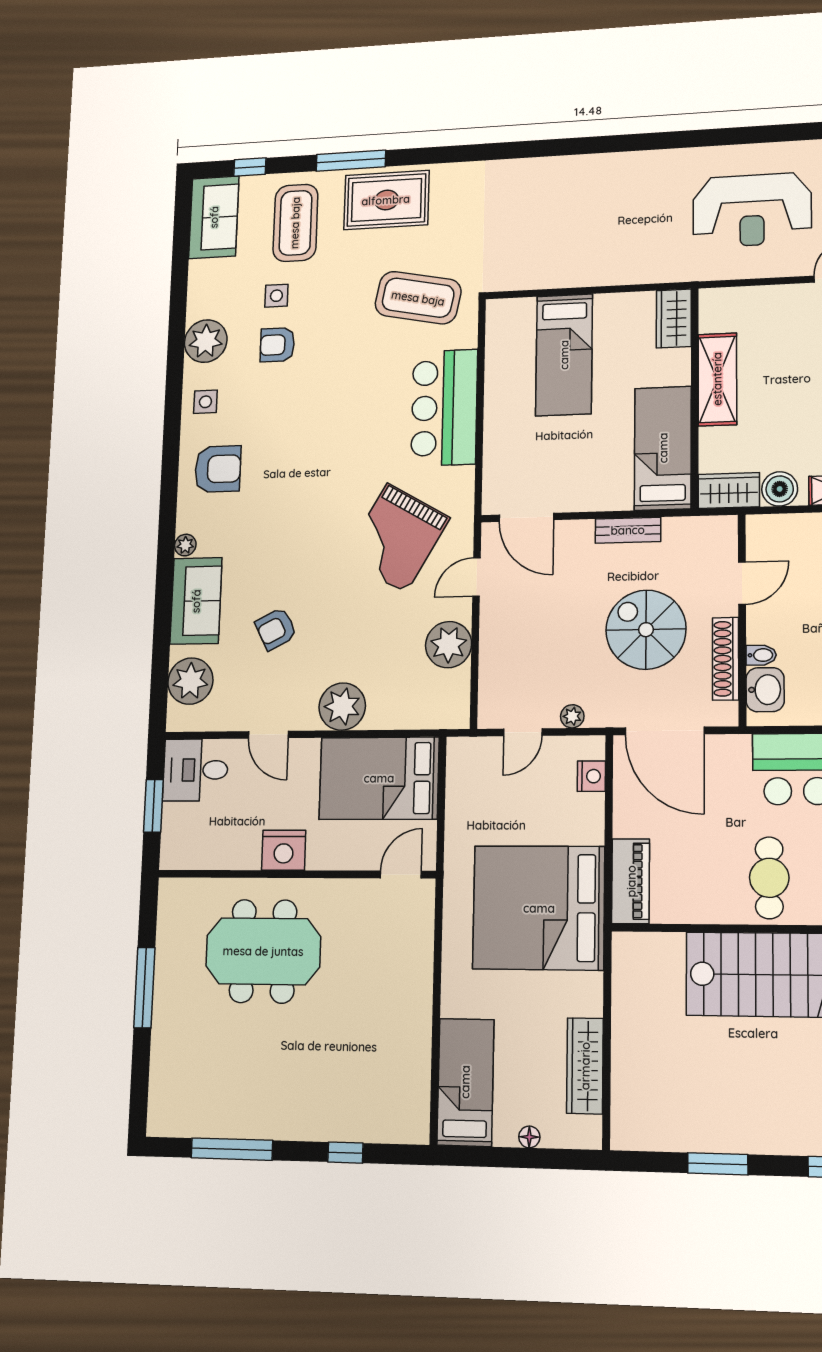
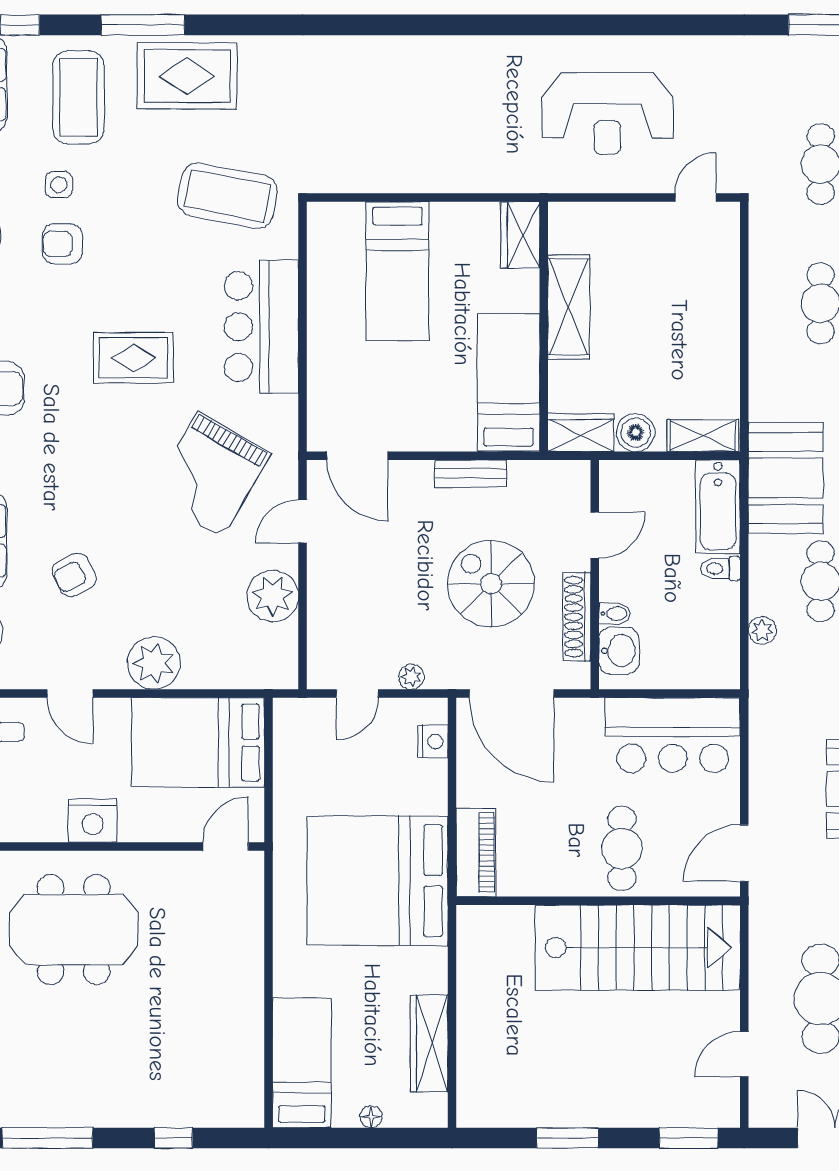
rug: (333, 439) -> (133, 358), added

